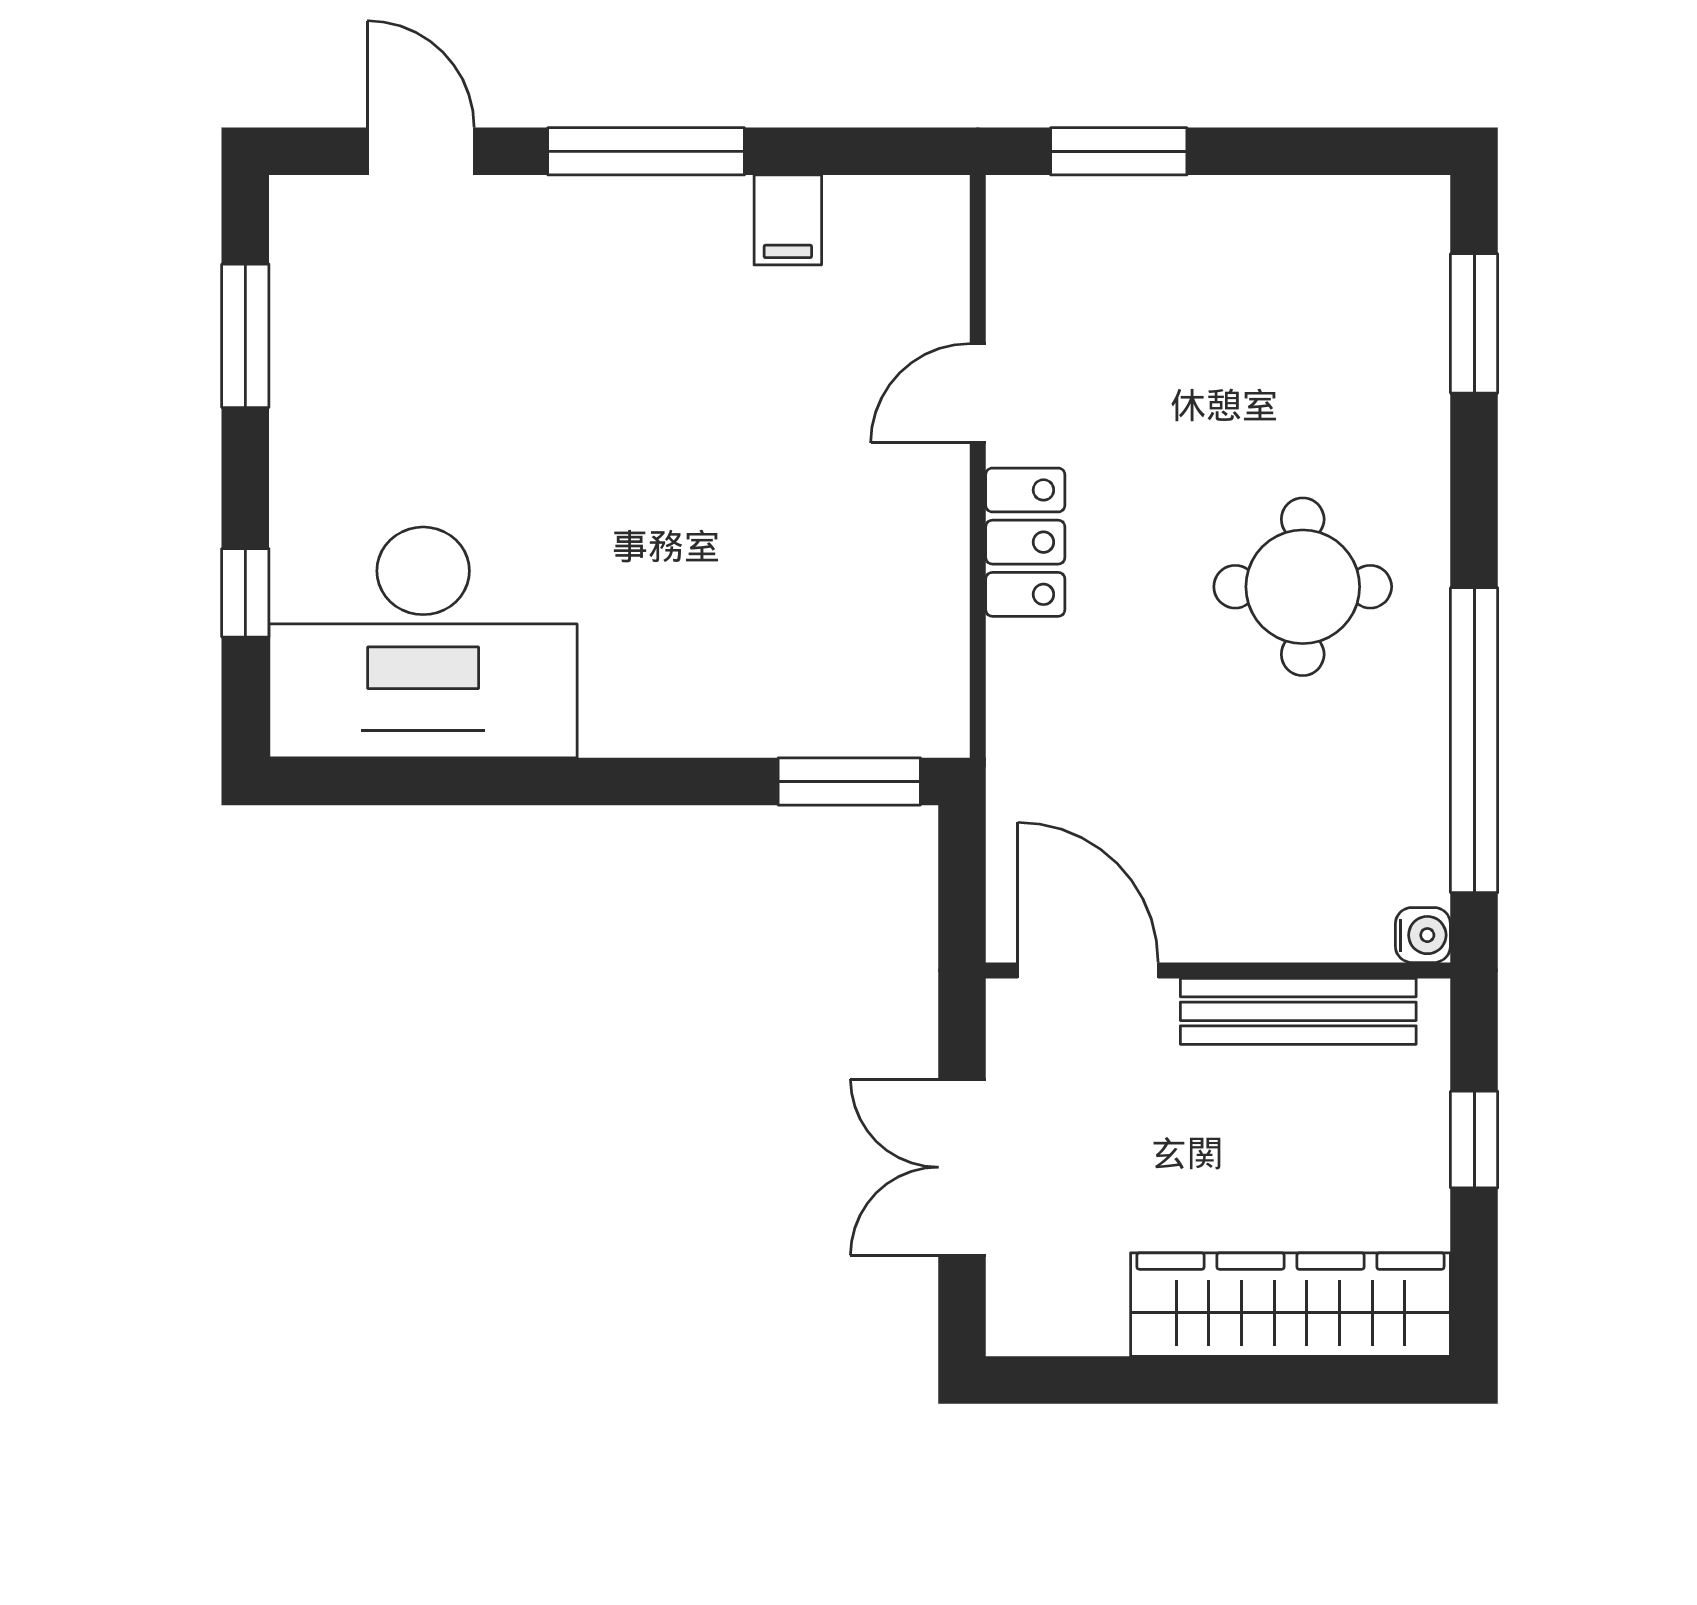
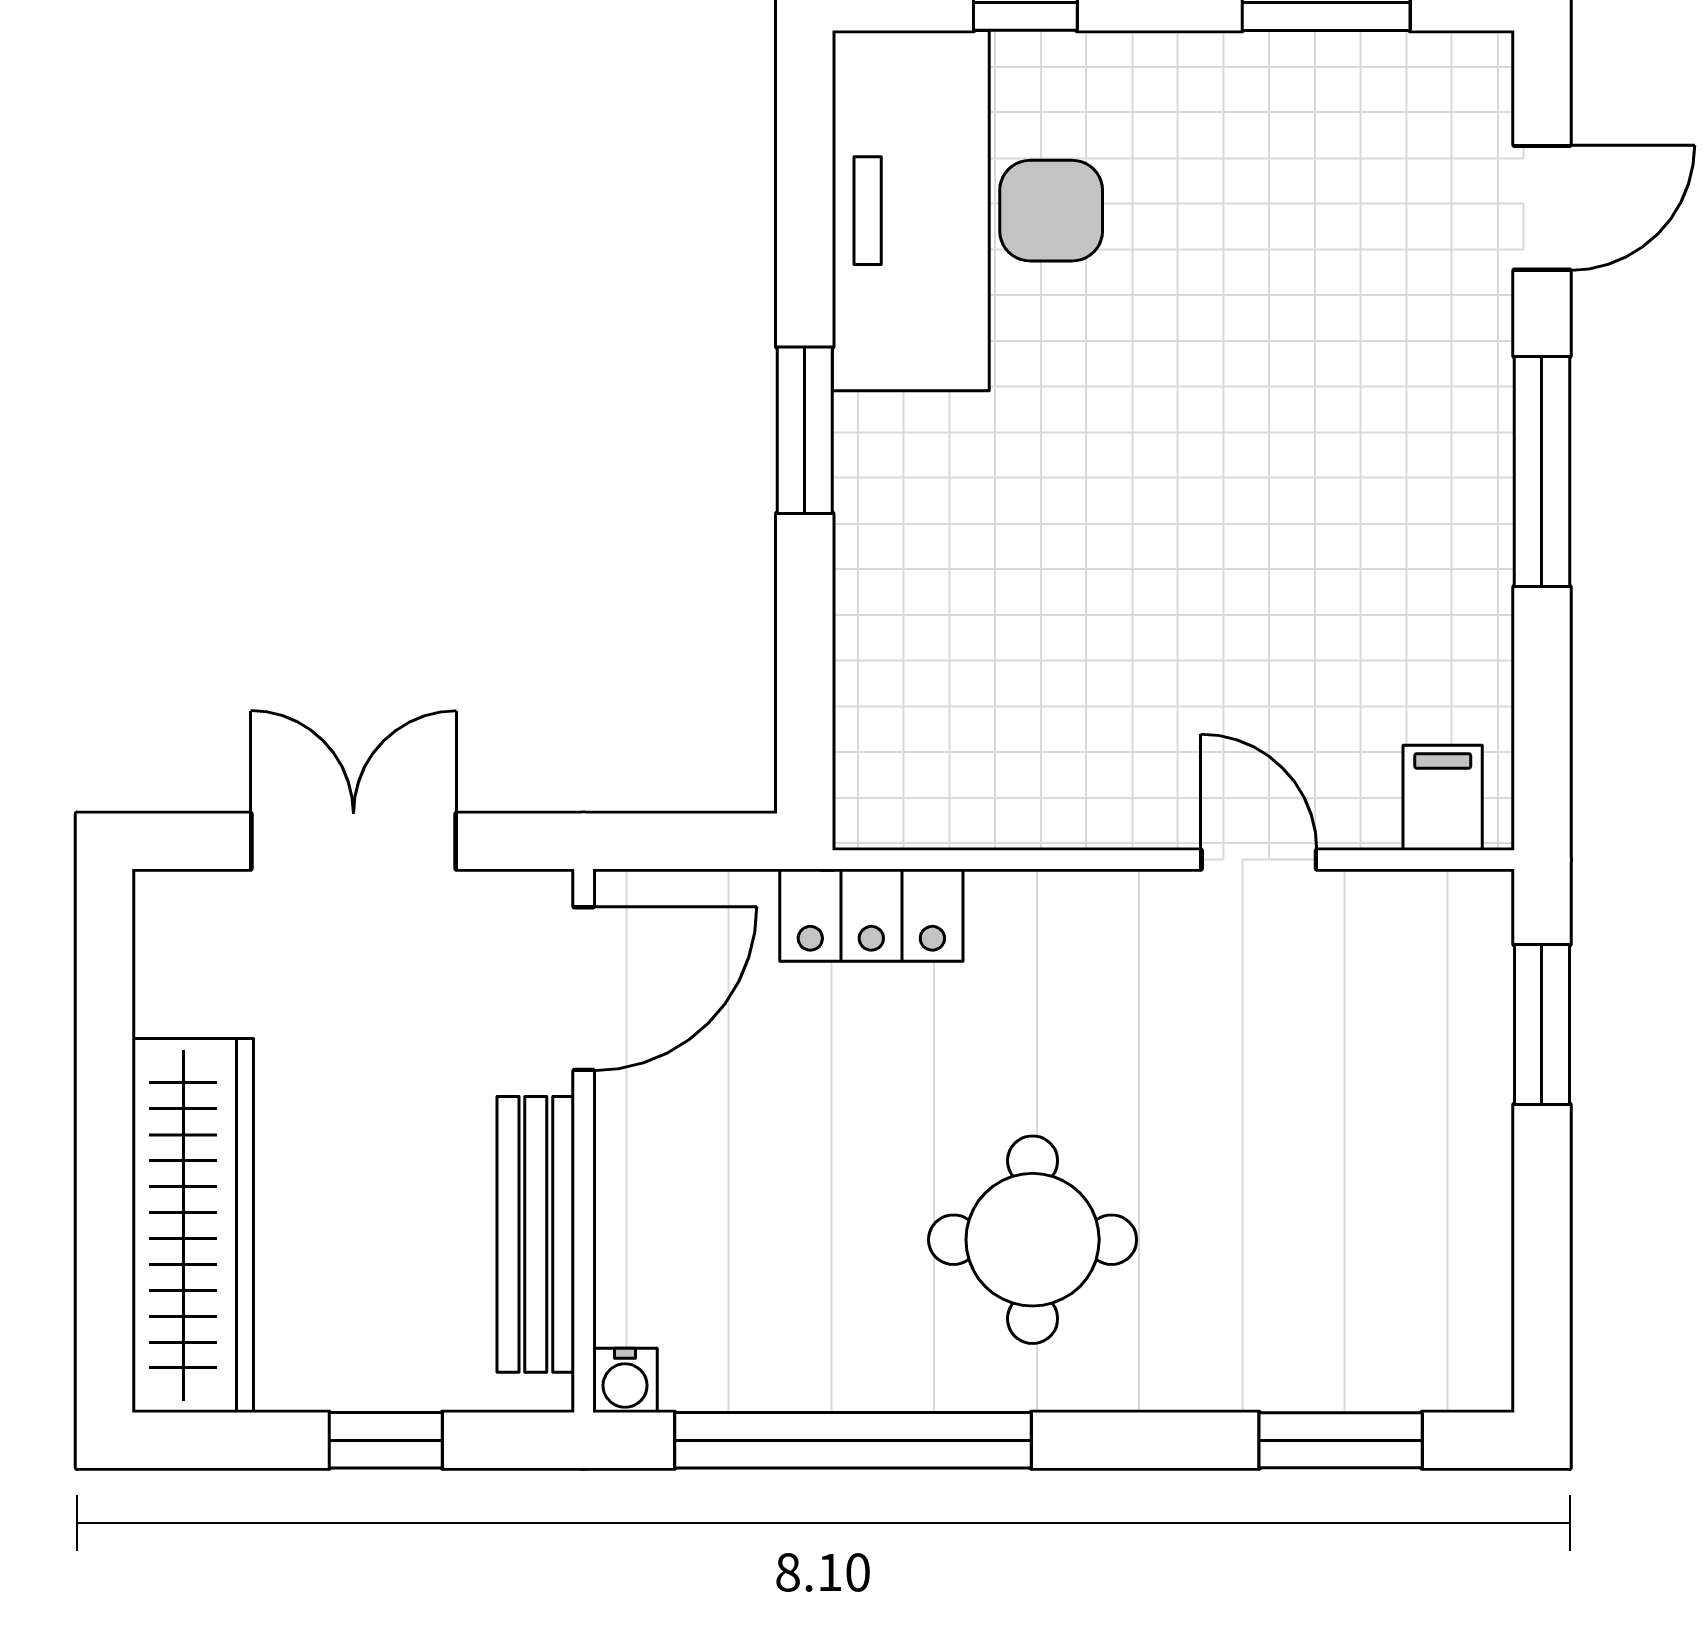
filing cabinet: (788, 220) -> (1443, 798), moved, turned 90
locker: (1025, 542) -> (871, 915), moved
window: (849, 781) -> (805, 430), moved

